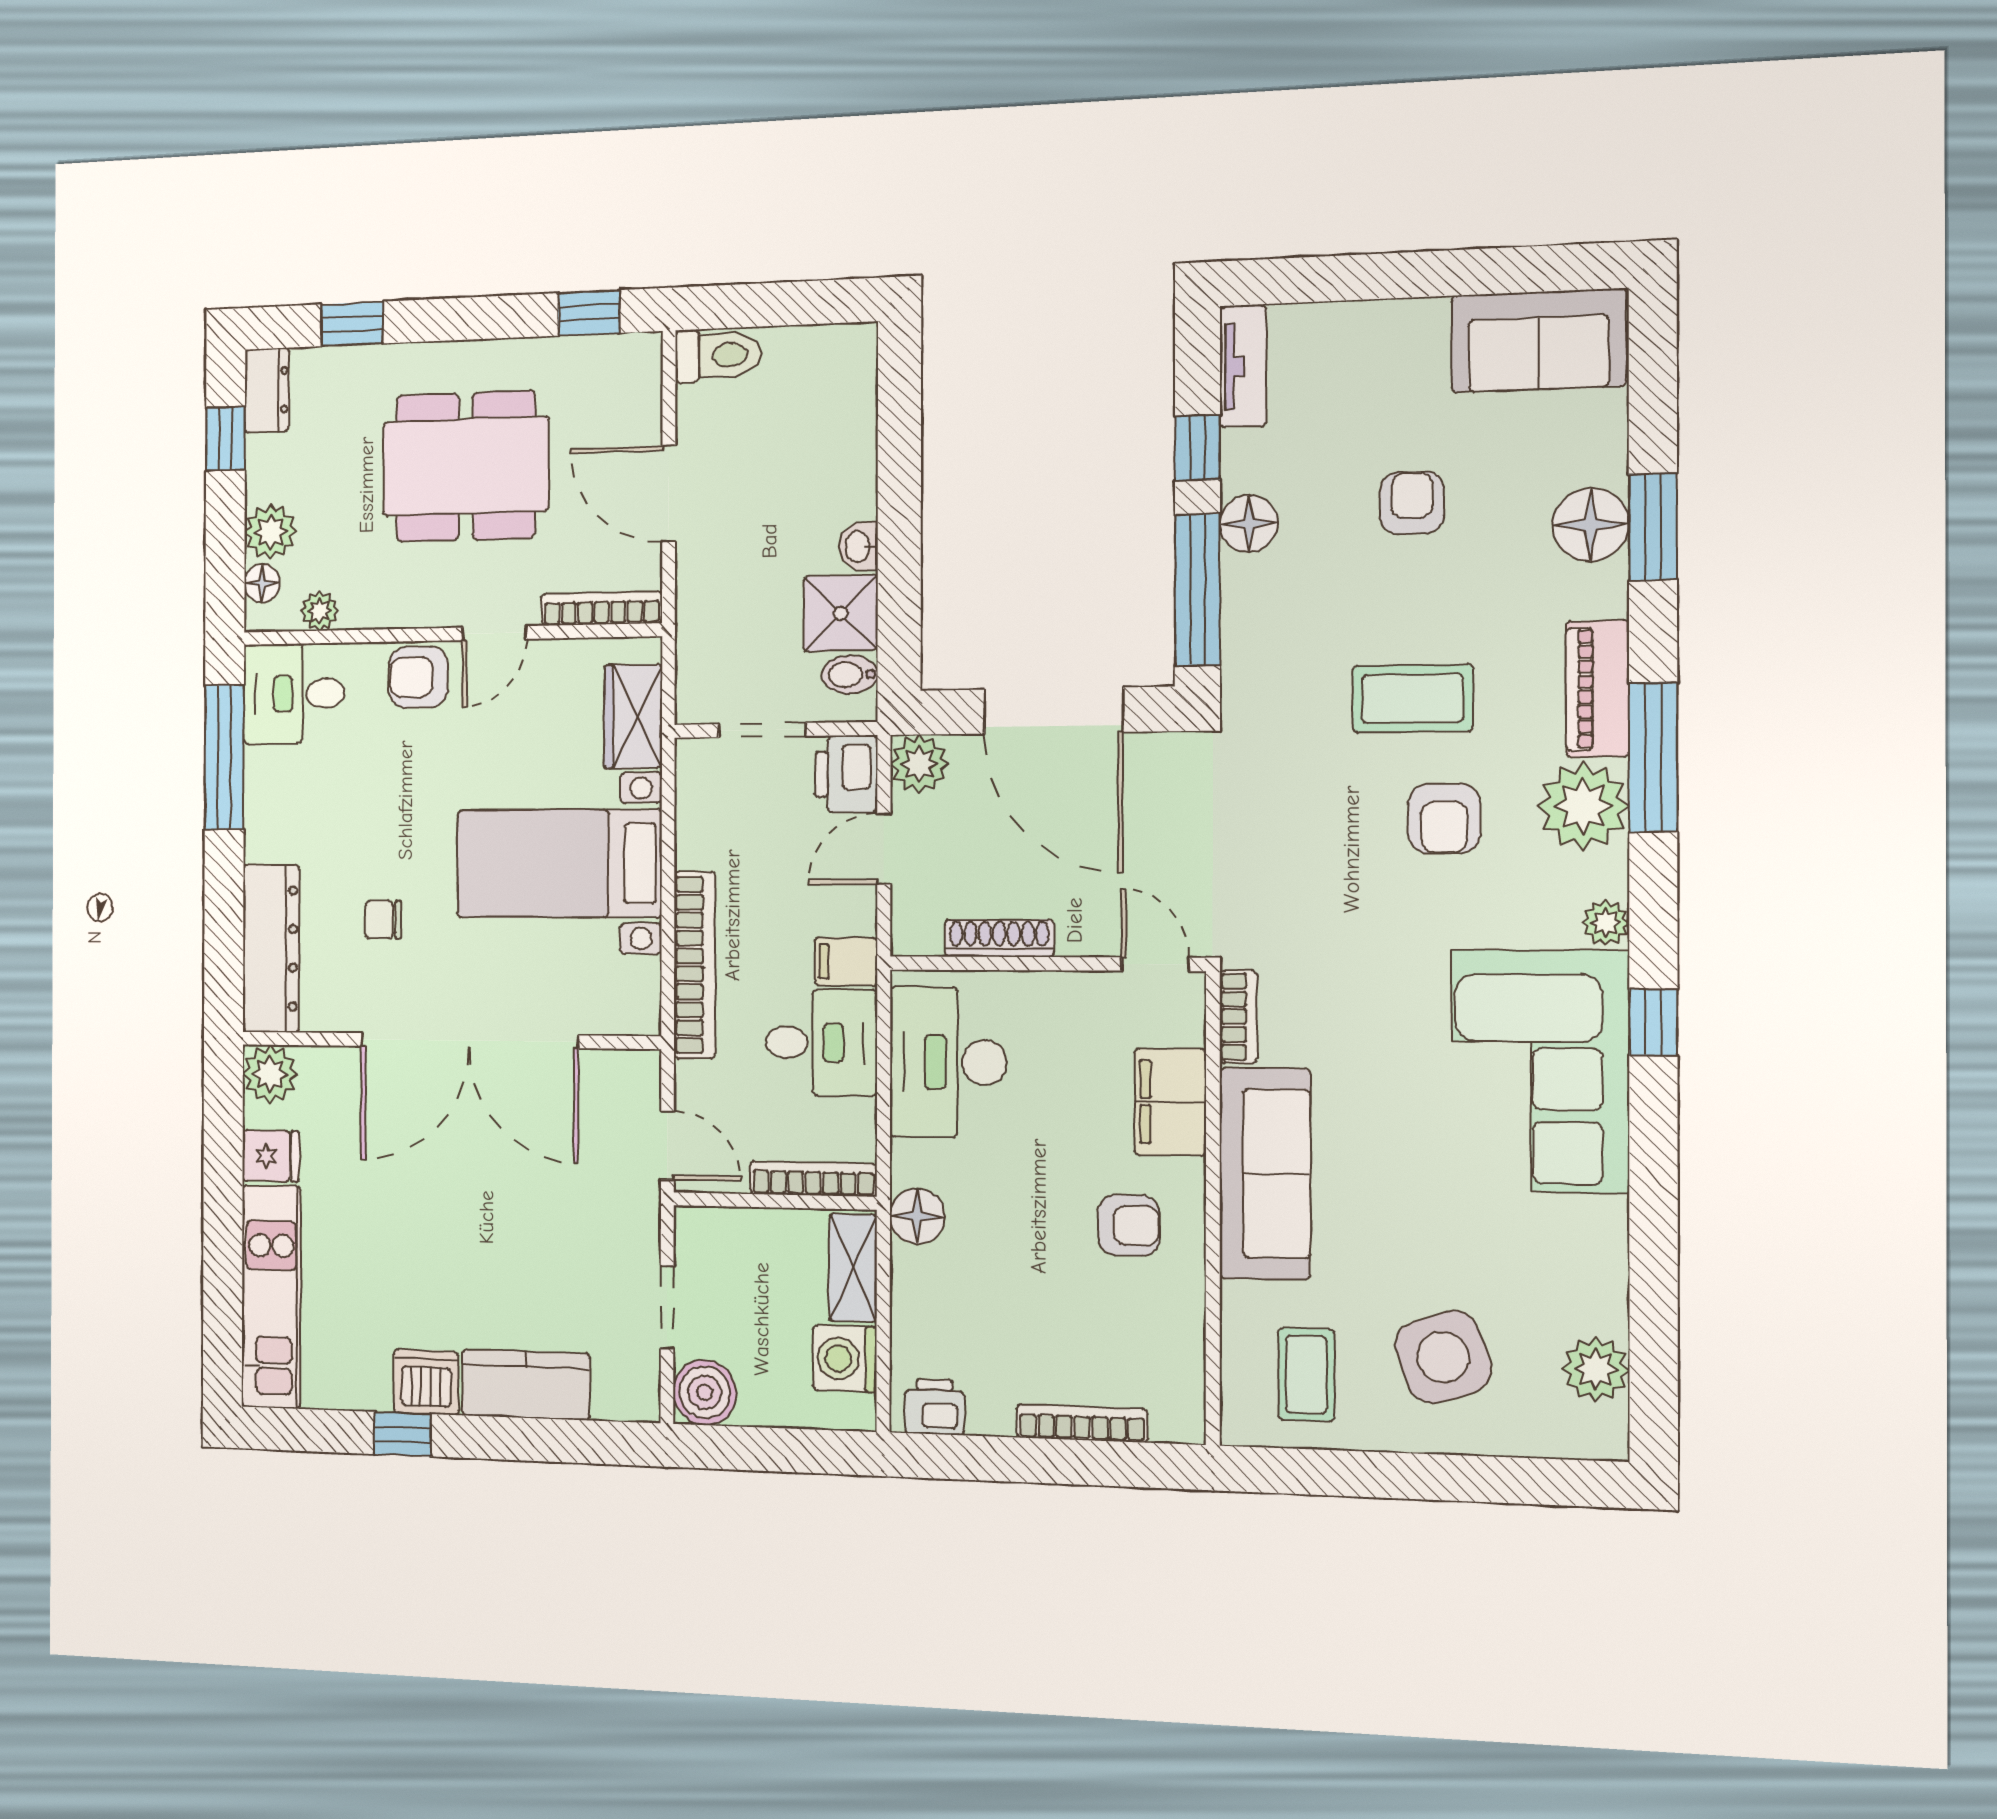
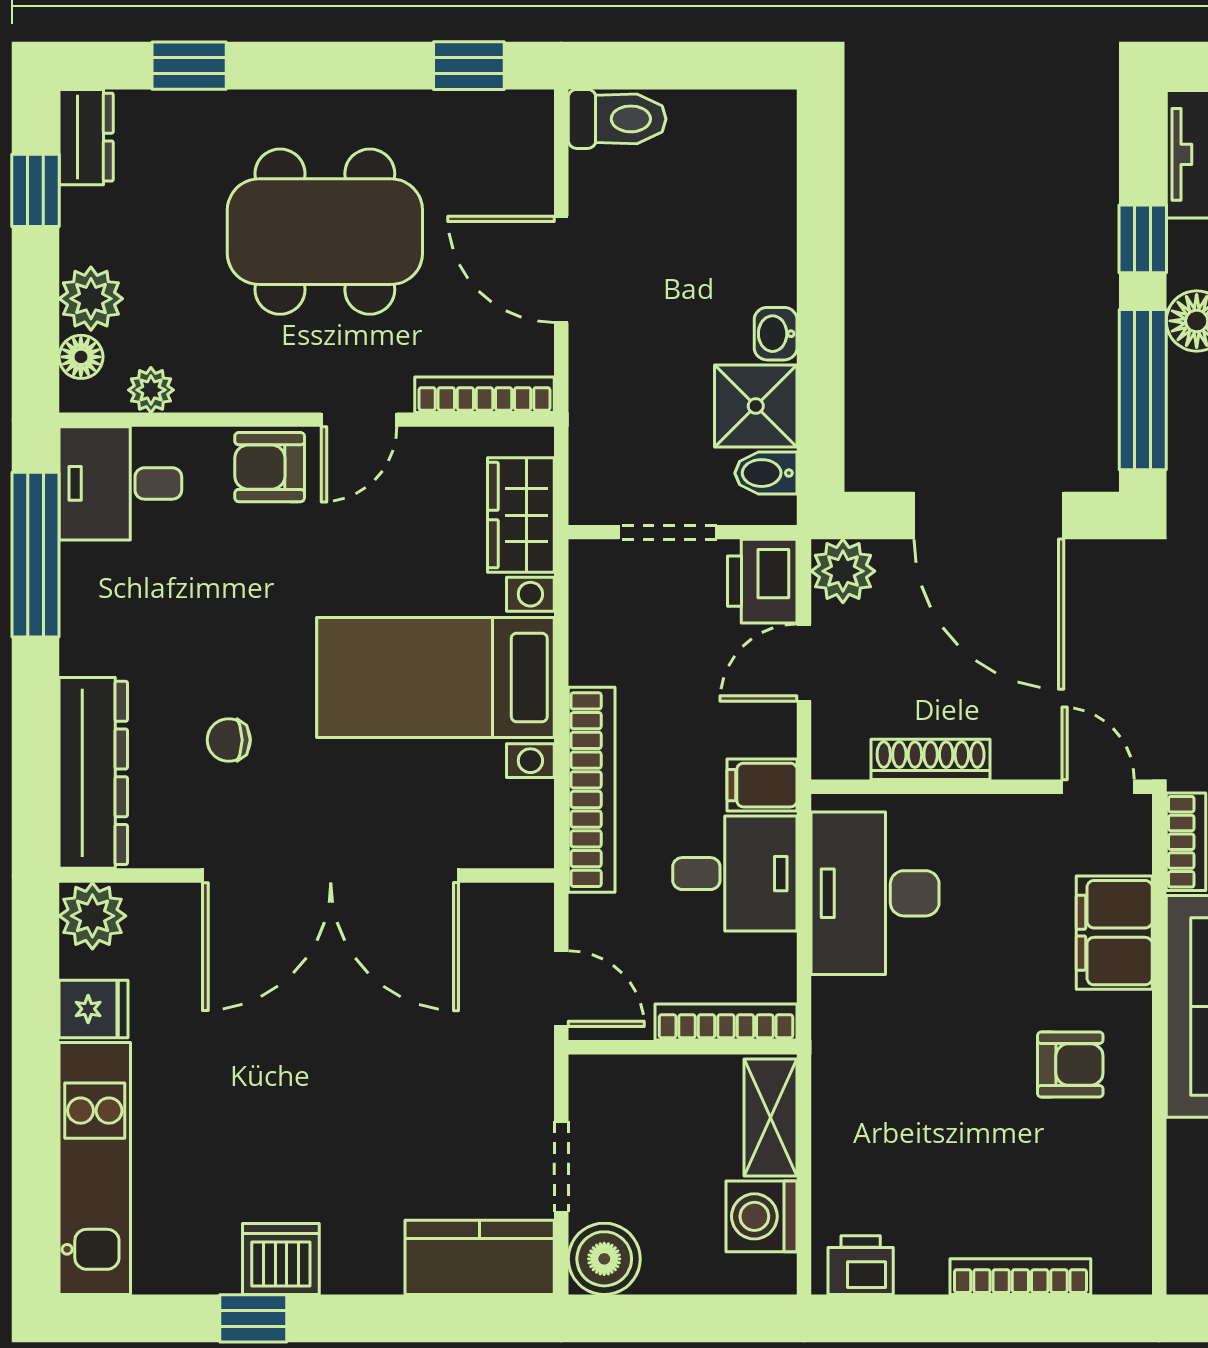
floor lamp: (917, 1216) -> (841, 1060), removed
kitchen counter: (526, 1384) -> (480, 1257), moved

